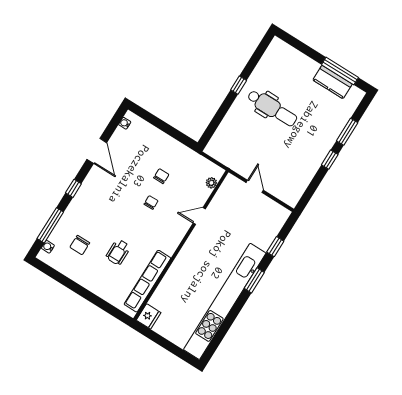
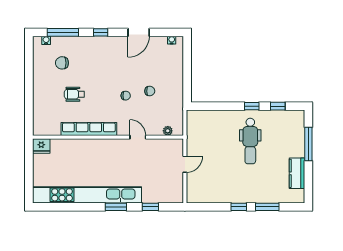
window: (255, 60) -> (278, 106), added
window: (340, 71) -> (308, 144), moved
row of seats: (147, 281) -> (89, 129), moved

